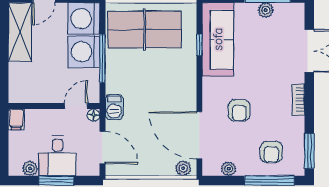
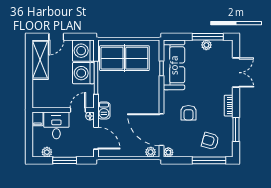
window: (309, 151) -> (236, 130), moved
armchair: (271, 152) -> (210, 141), turned 105
desk: (58, 156) -> (56, 125), moved, turned 180
plant: (229, 169) -> (168, 152), moved

